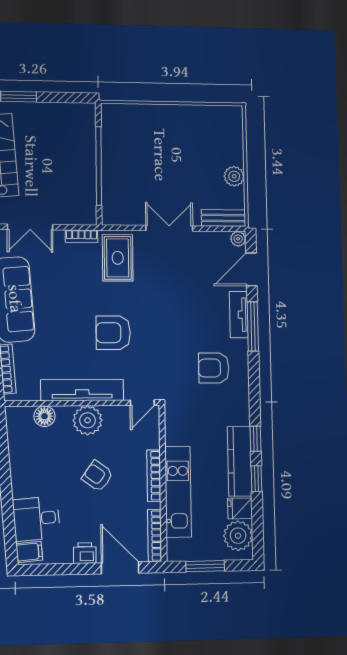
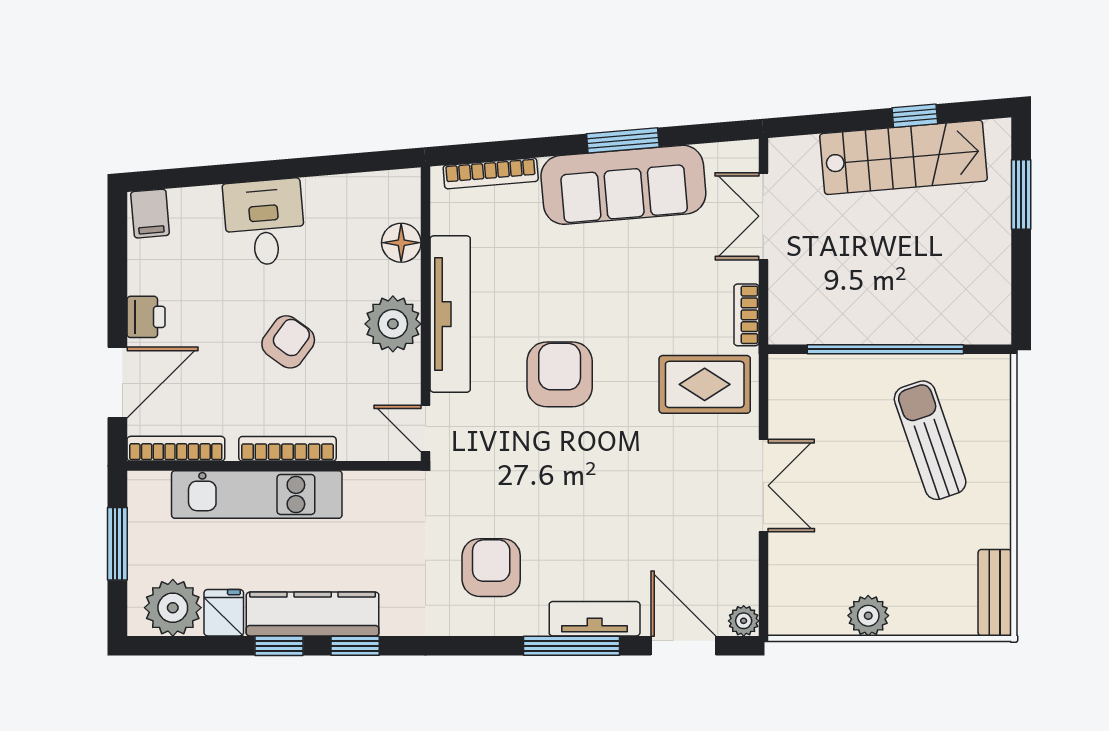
sun lounger: (145, 144) -> (930, 440), added
bench: (223, 218) -> (995, 593), moved
desk: (36, 519) -> (264, 222), moved

